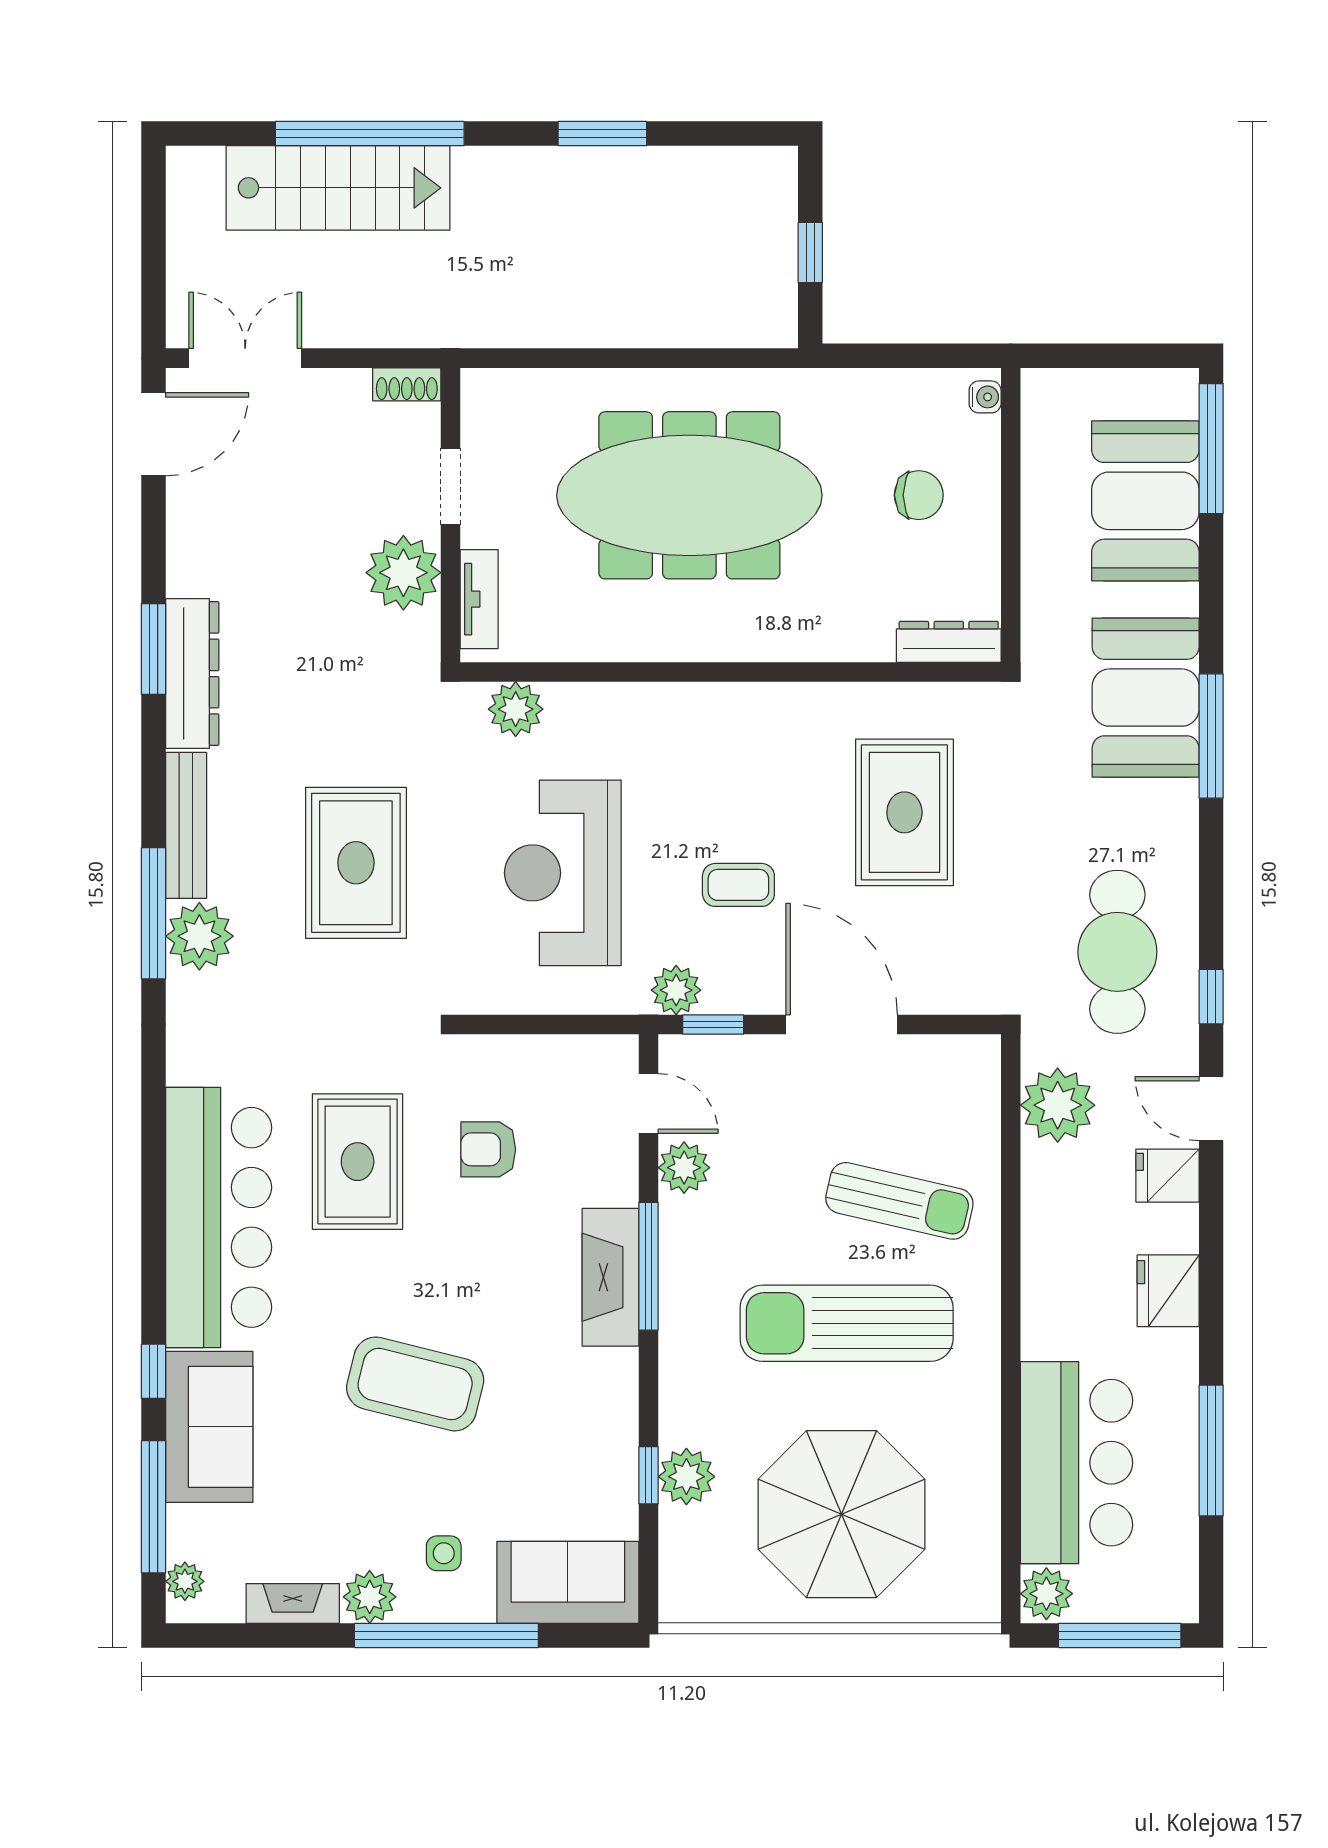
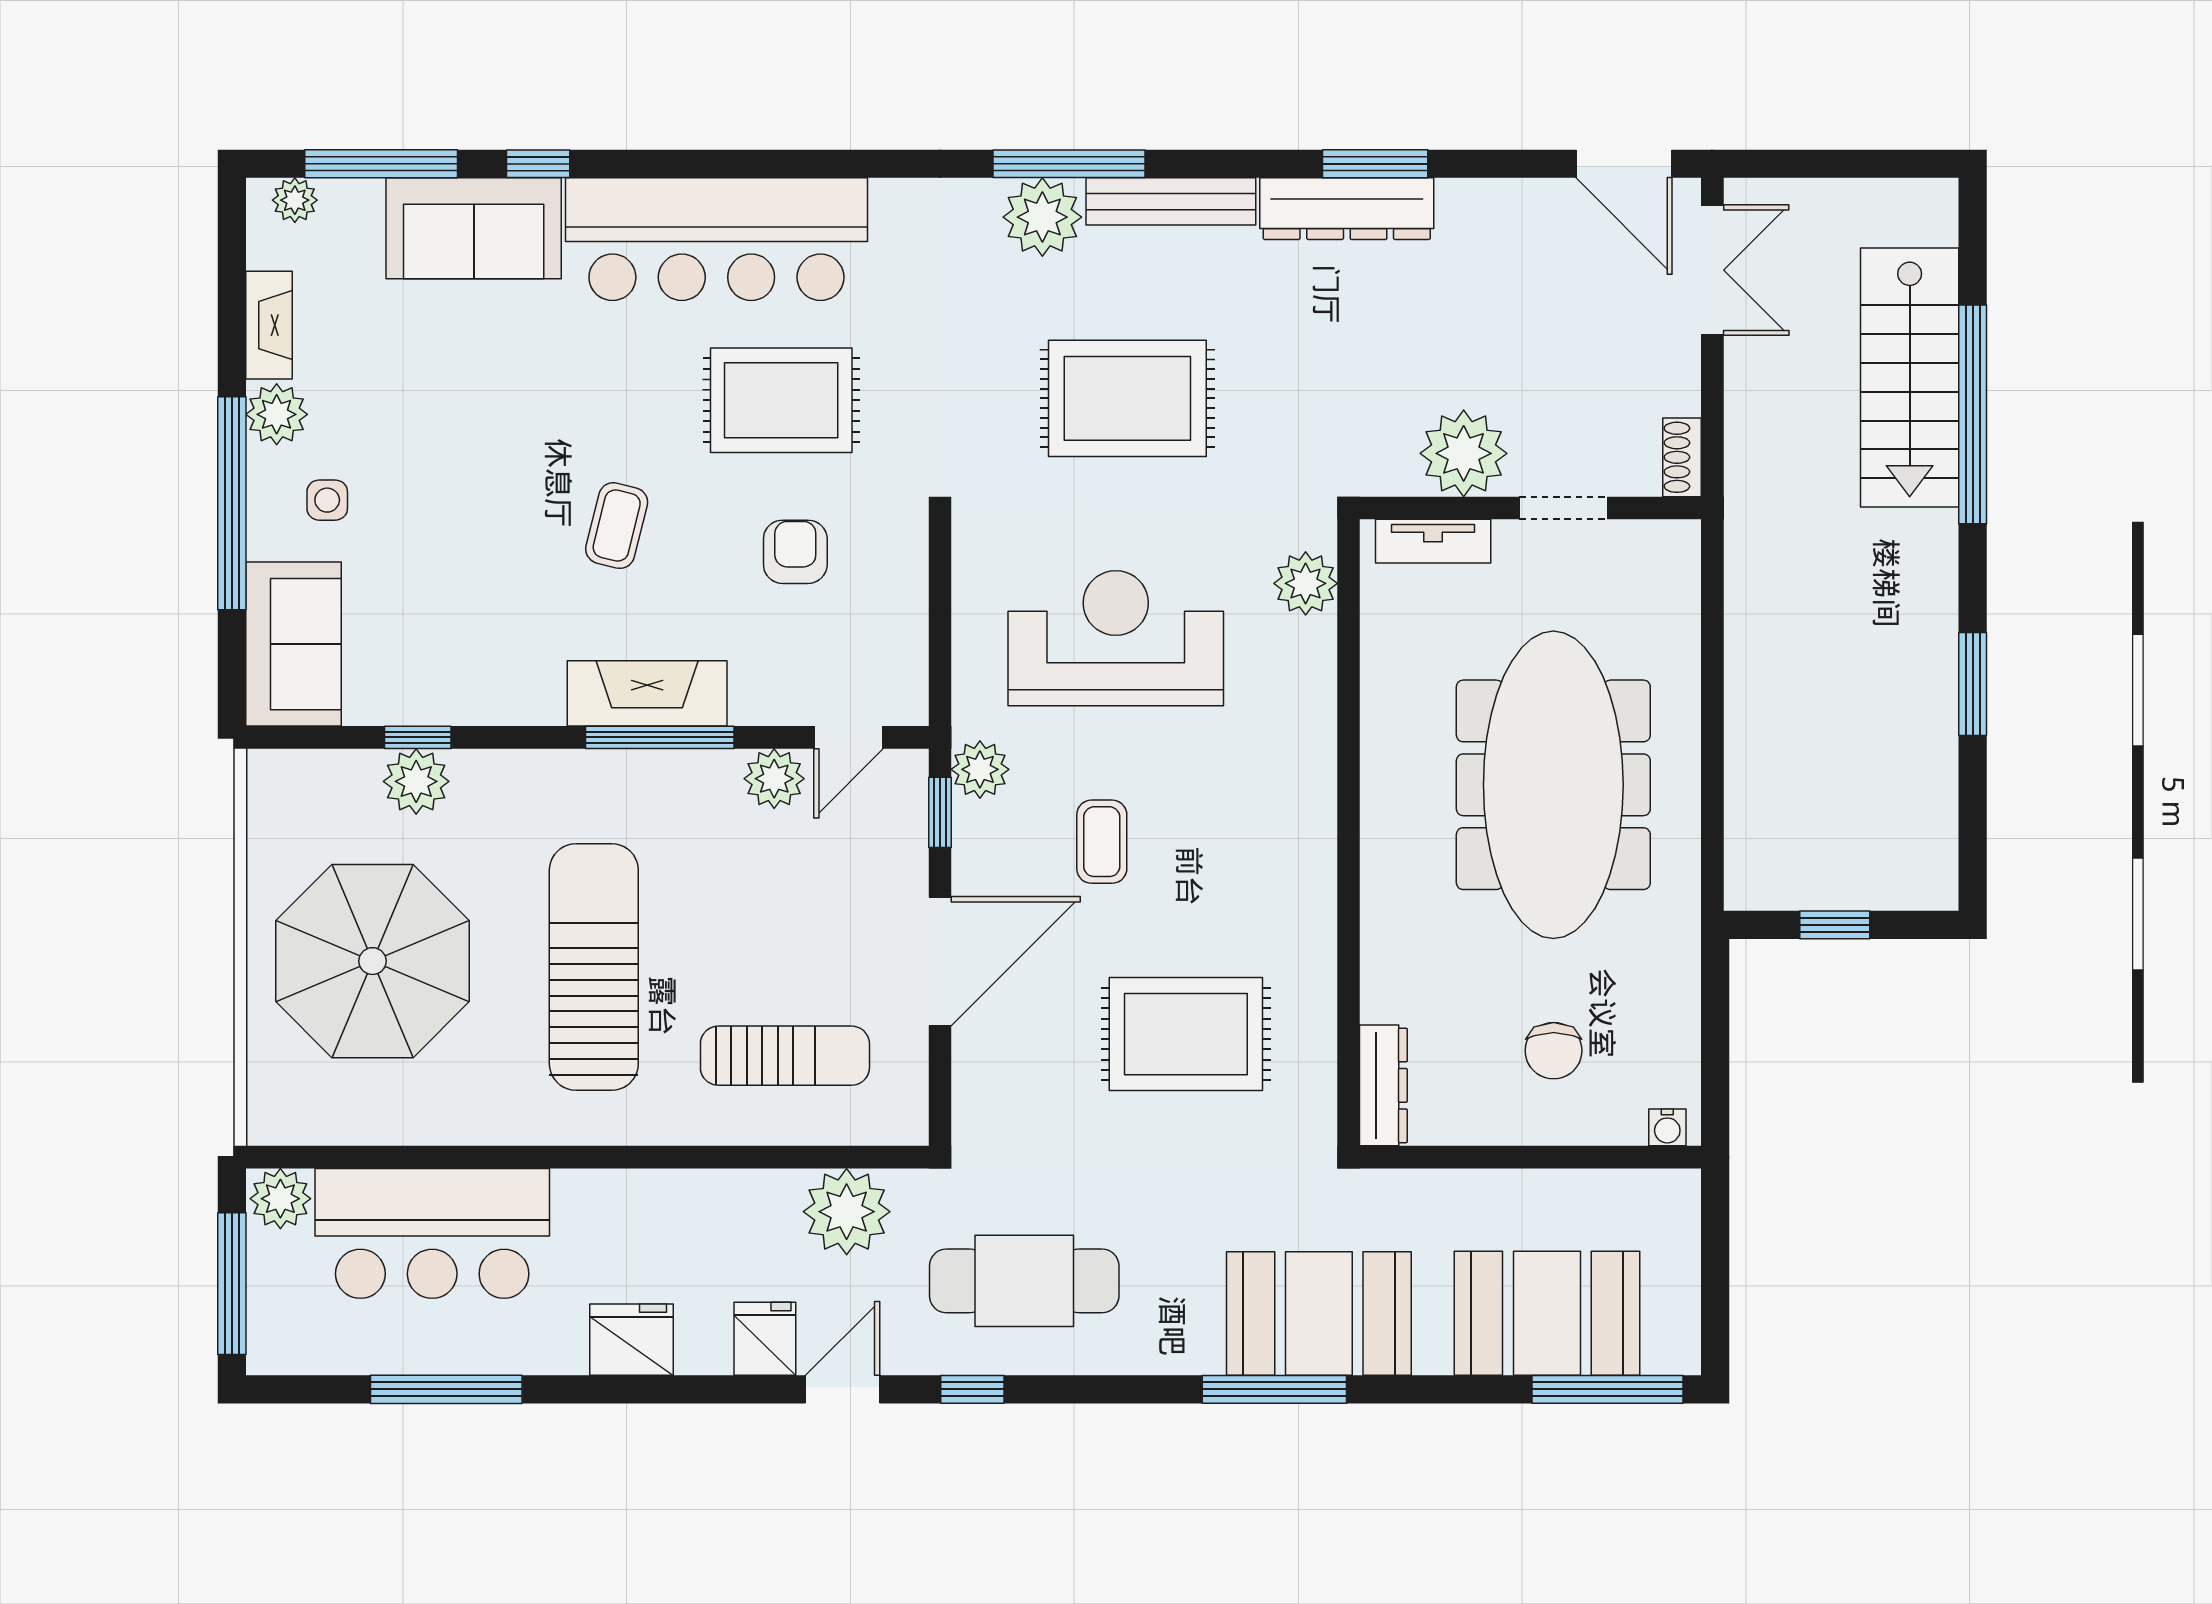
sun lounger: (899, 1201) -> (785, 1056), moved, turned -103
coffee table: (415, 1384) -> (617, 526), moved, width x0.54, depth x0.58

